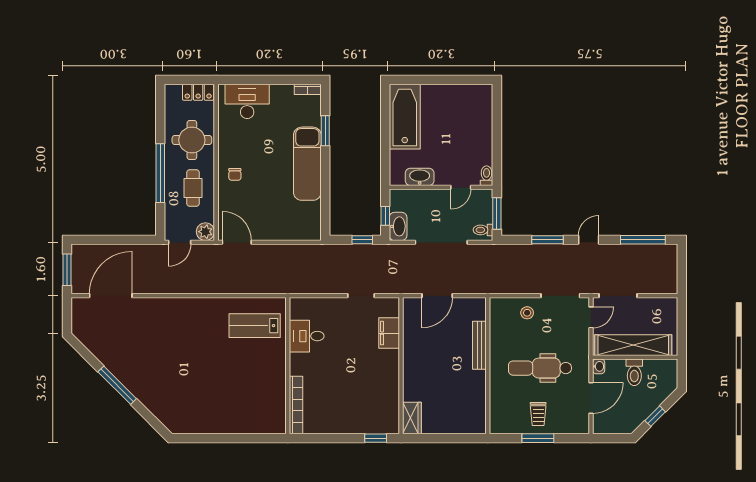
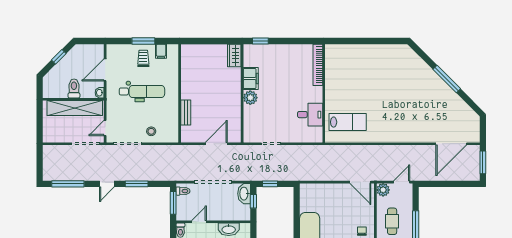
filing cabinet: (389, 333) -> (251, 79), moved
bench: (479, 345) -> (186, 113), width x0.73
plant: (390, 360) -> (250, 98), added
filing cabinet: (514, 424) -> (161, 51), added

